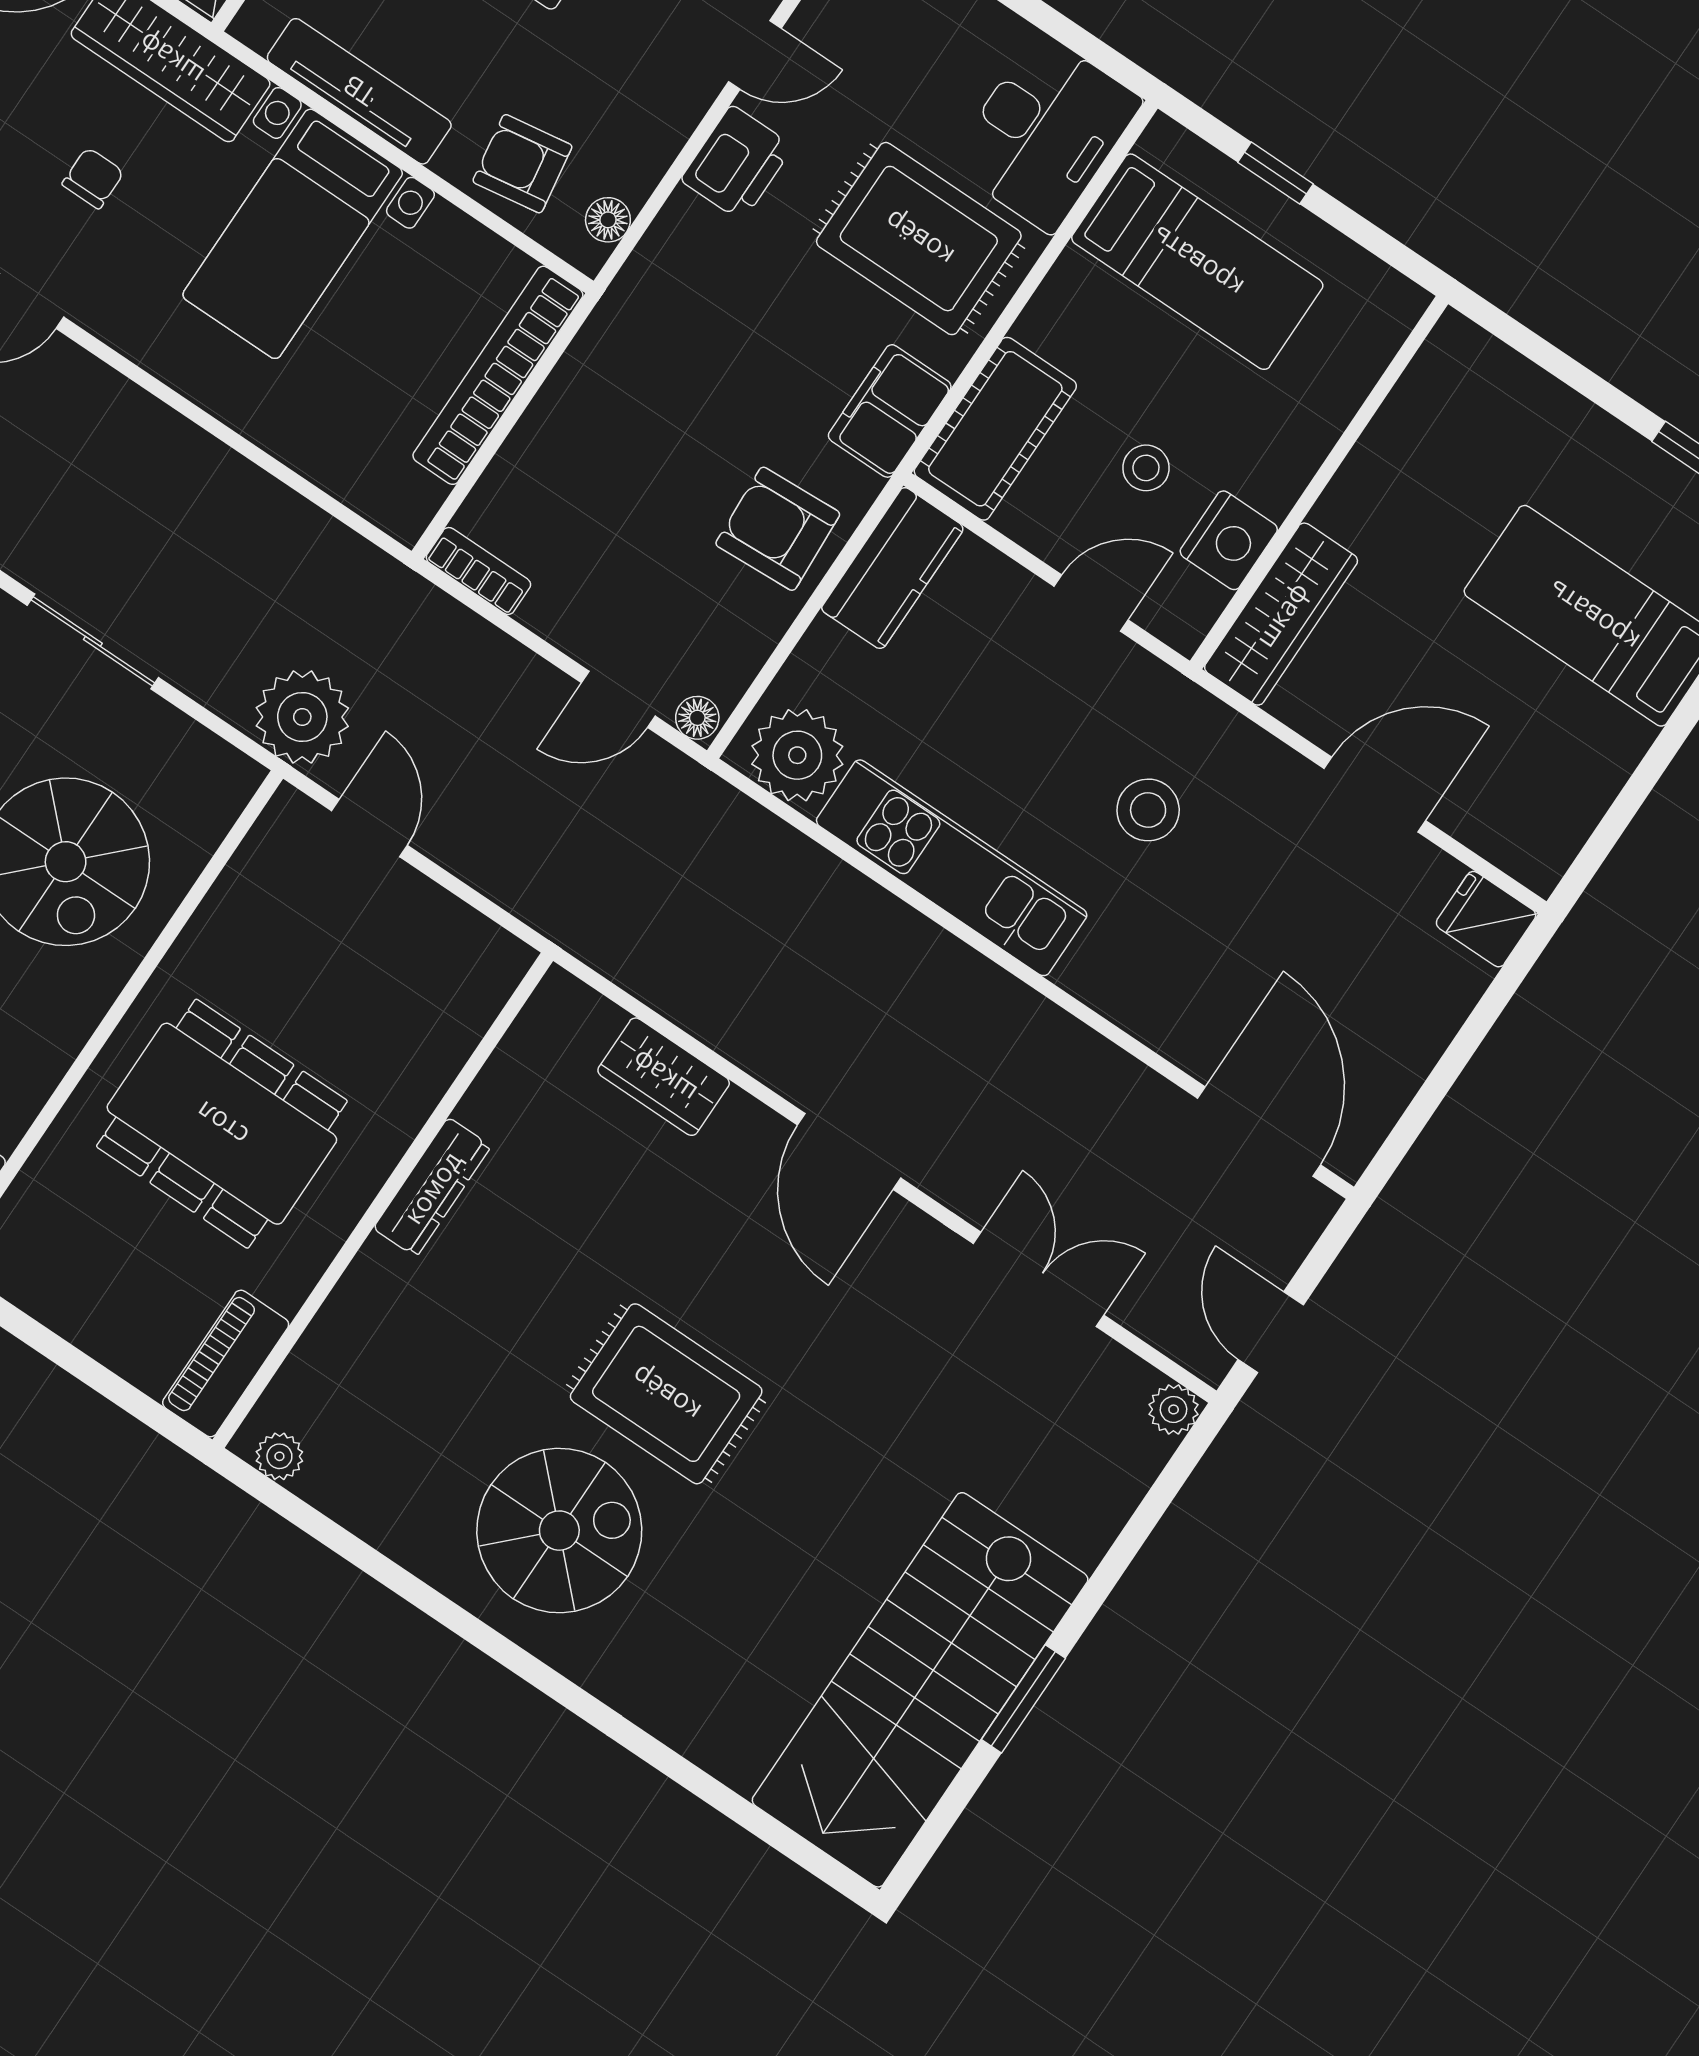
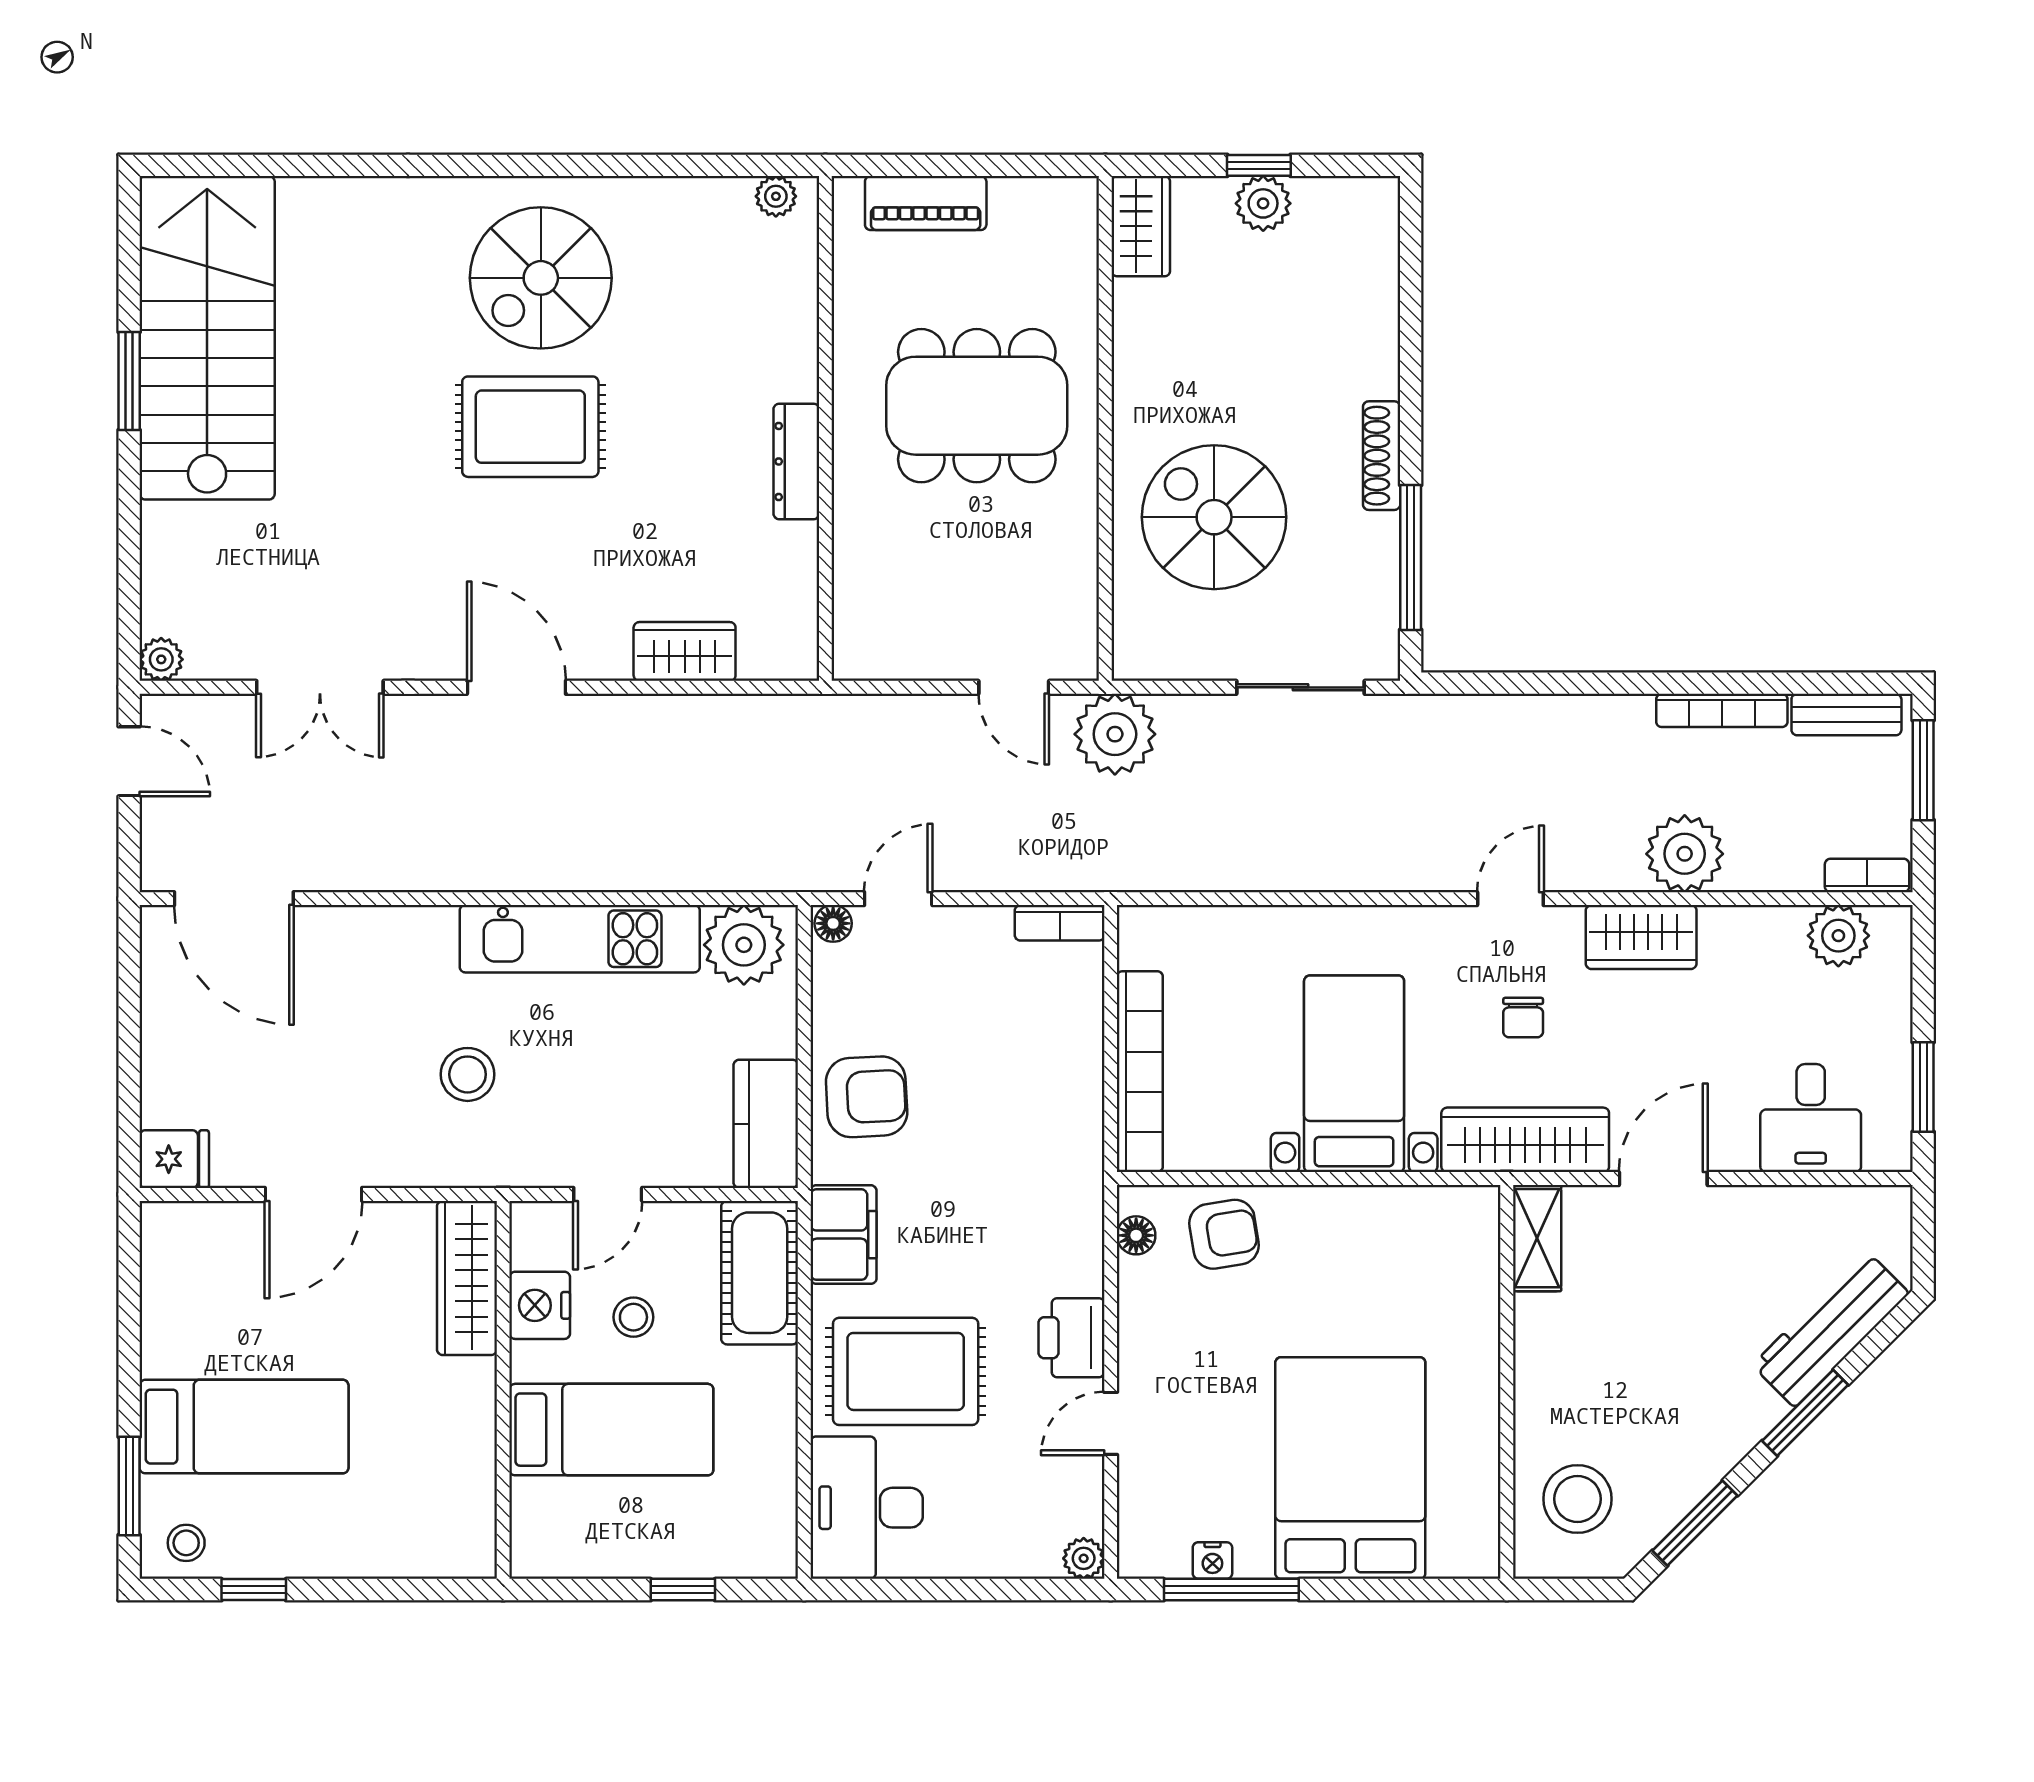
tv unit: (359, 91) -> (1375, 1207), removed
bed: (1197, 262) -> (611, 1430), moved, turned 180
piano: (226, 1364) -> (926, 203), moved, turned 90

